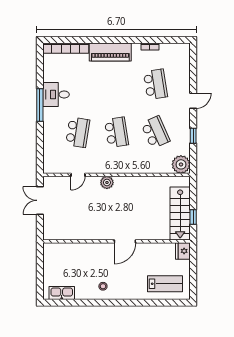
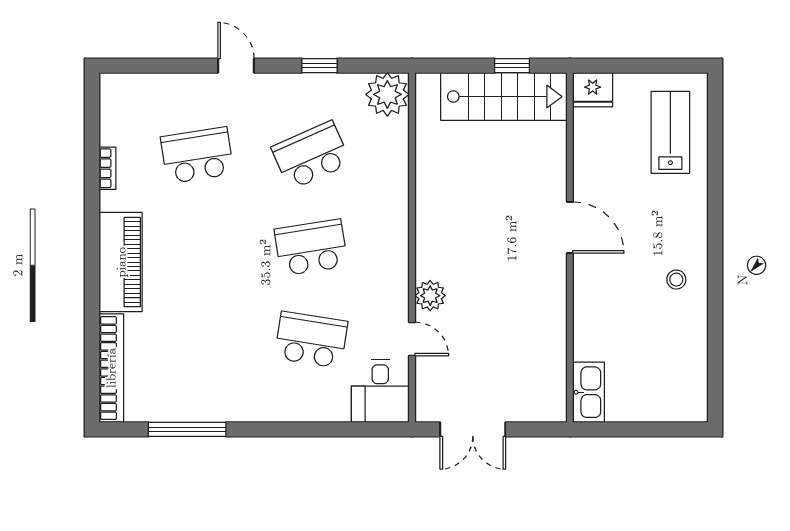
desk: (56, 94) -> (380, 391), moved
window: (40, 105) -> (187, 429), moved
plant: (107, 182) -> (430, 296), moved
kitchen sink: (62, 293) -> (589, 392), moved, turned 180

